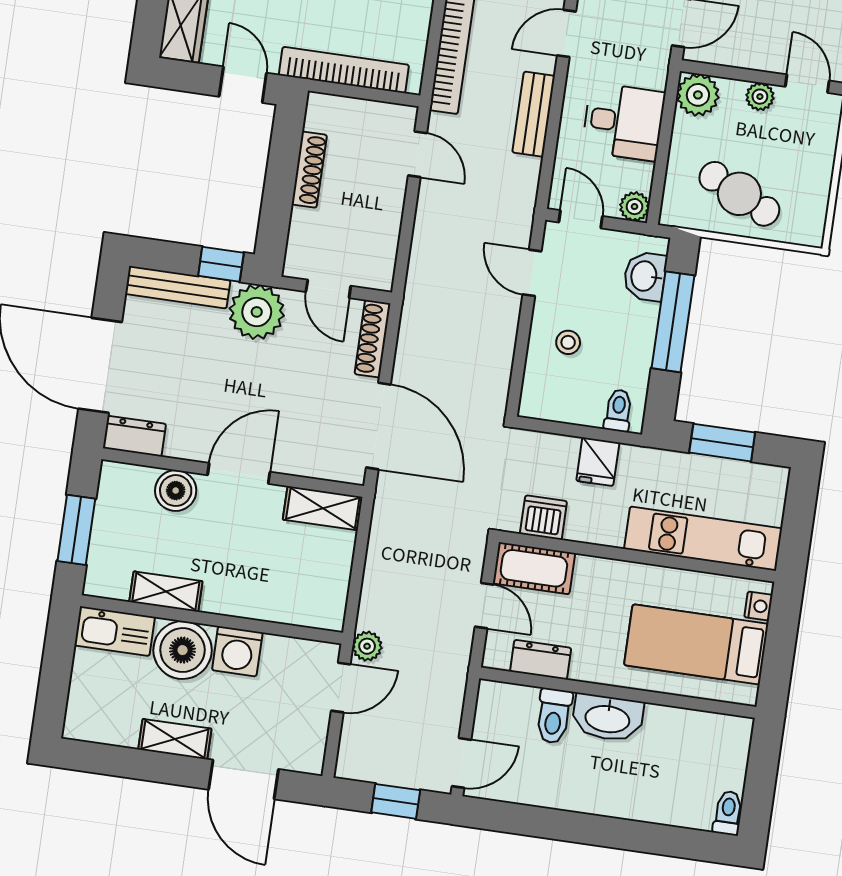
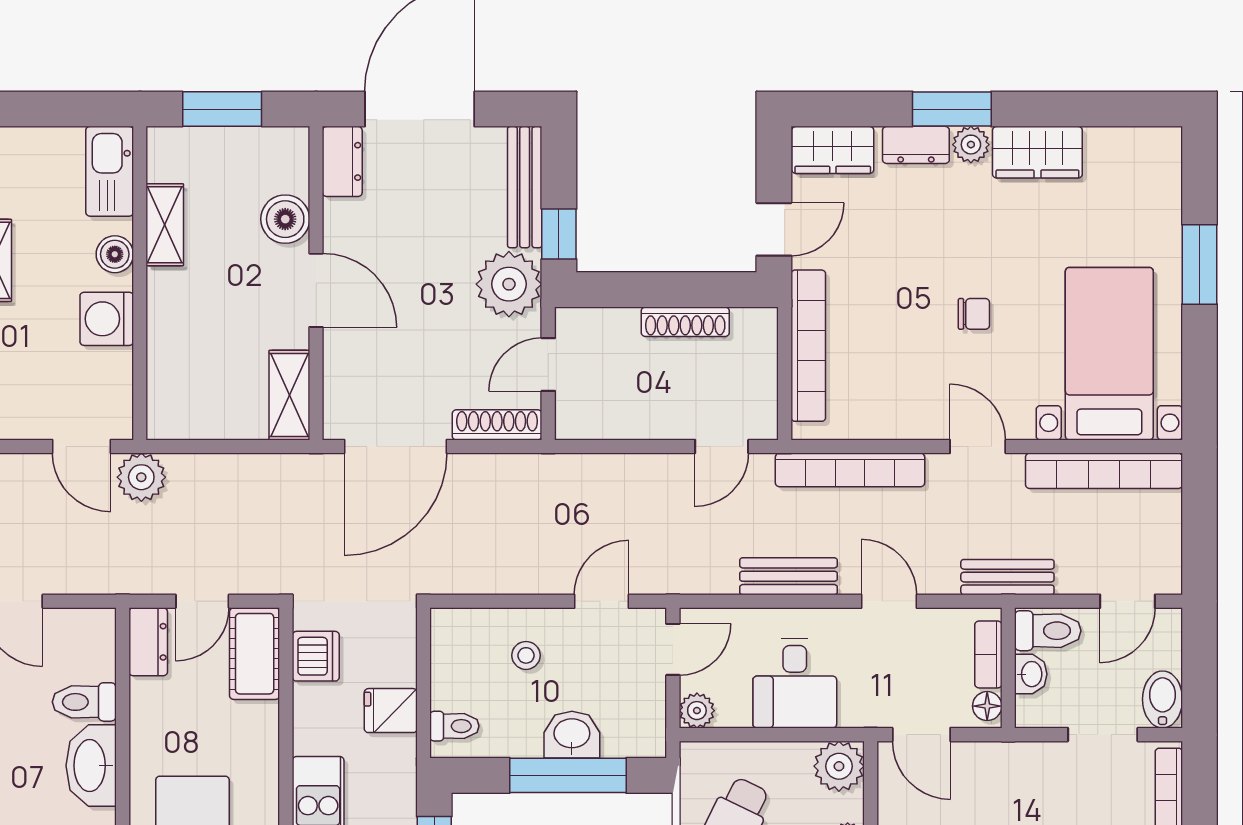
washbasin: (645, 276) -> (572, 735), moved
plant: (367, 646) -> (141, 477), width x1.38, depth x1.38
boiler: (183, 650) -> (115, 254), width x0.54, depth x0.54
dresser: (541, 660) -> (148, 642), moved

